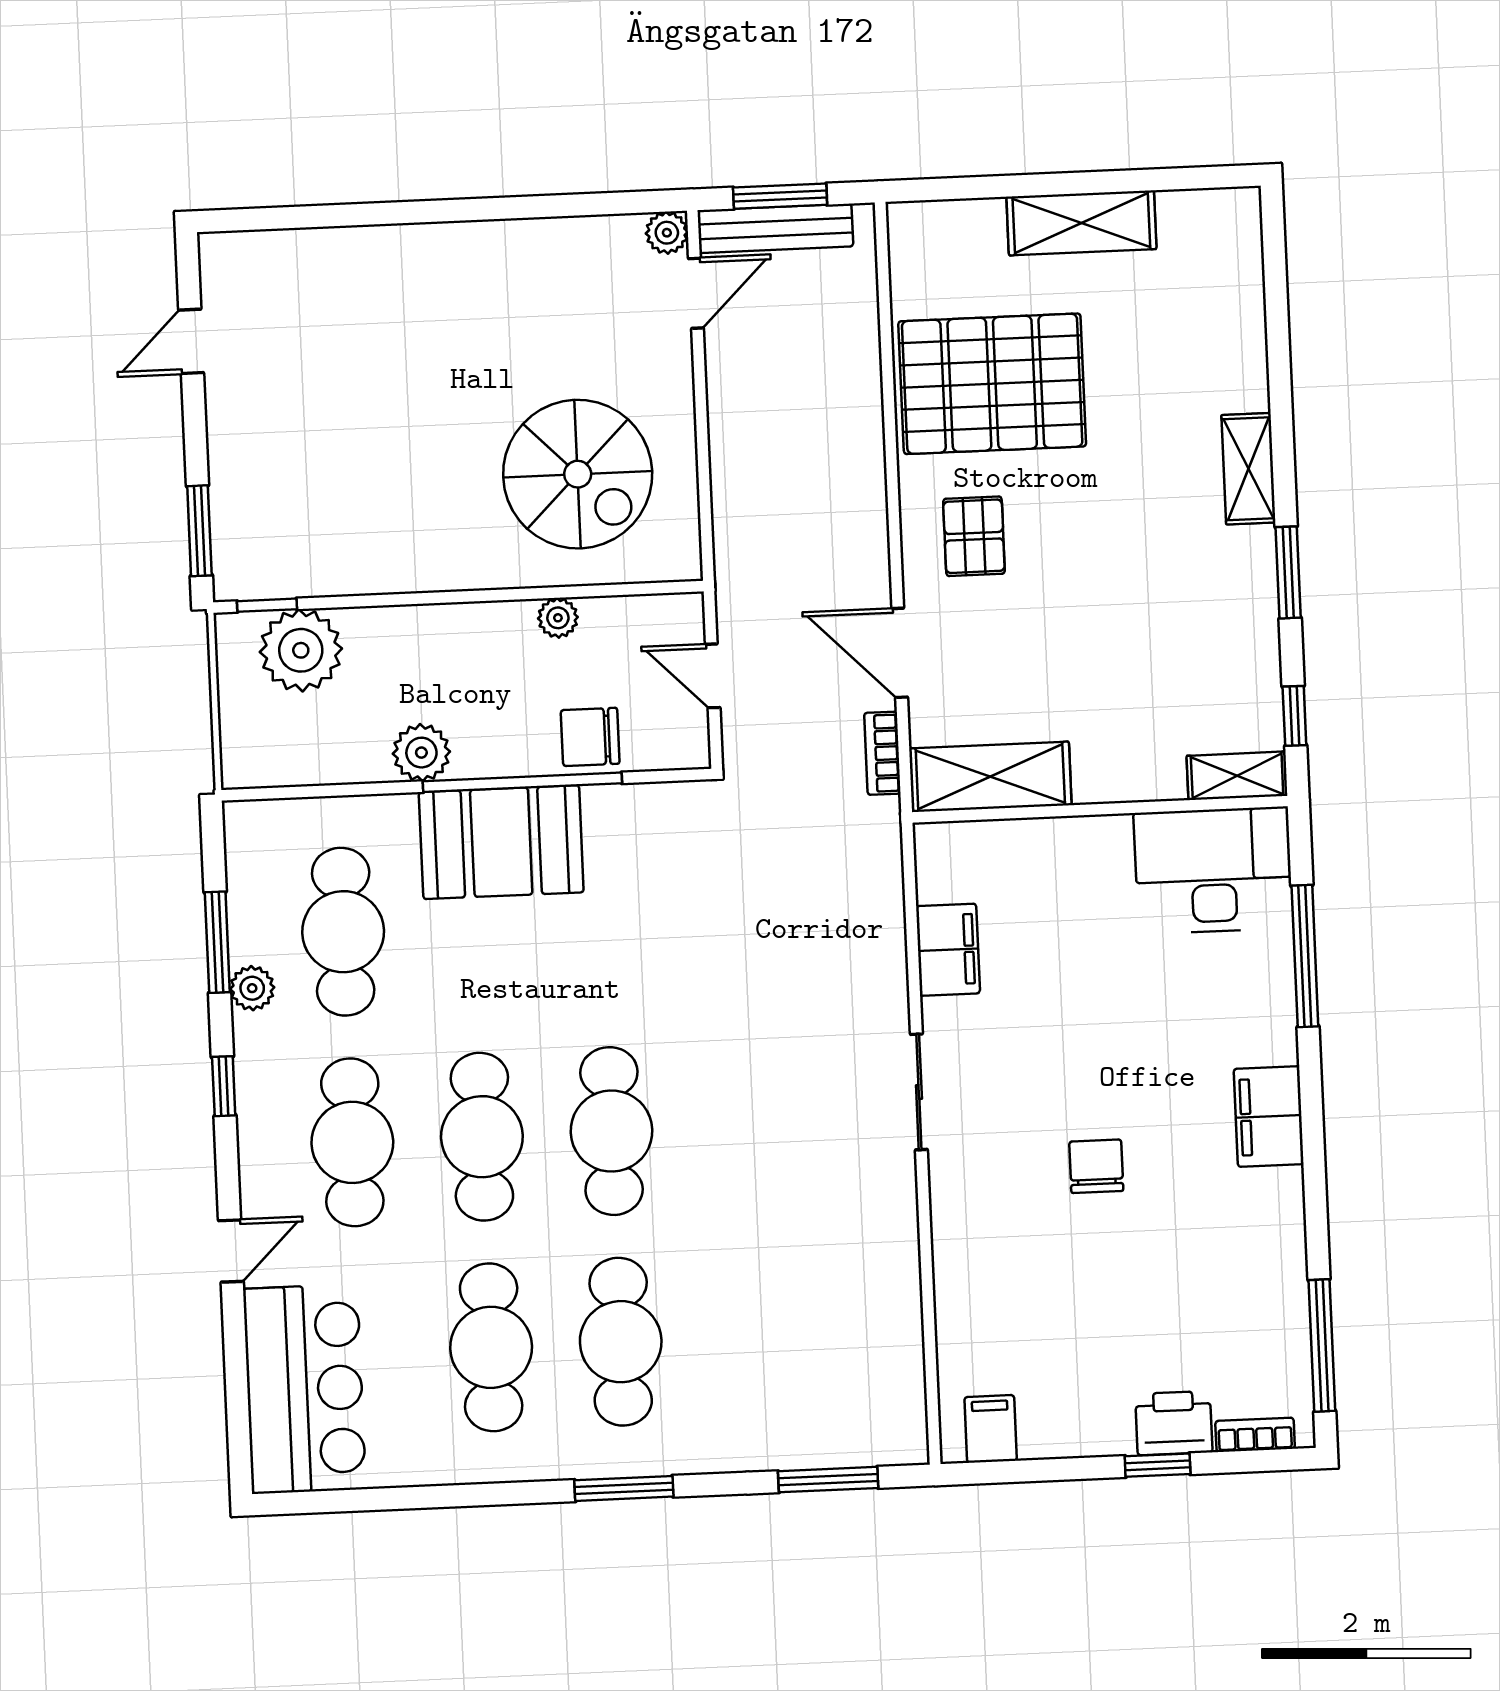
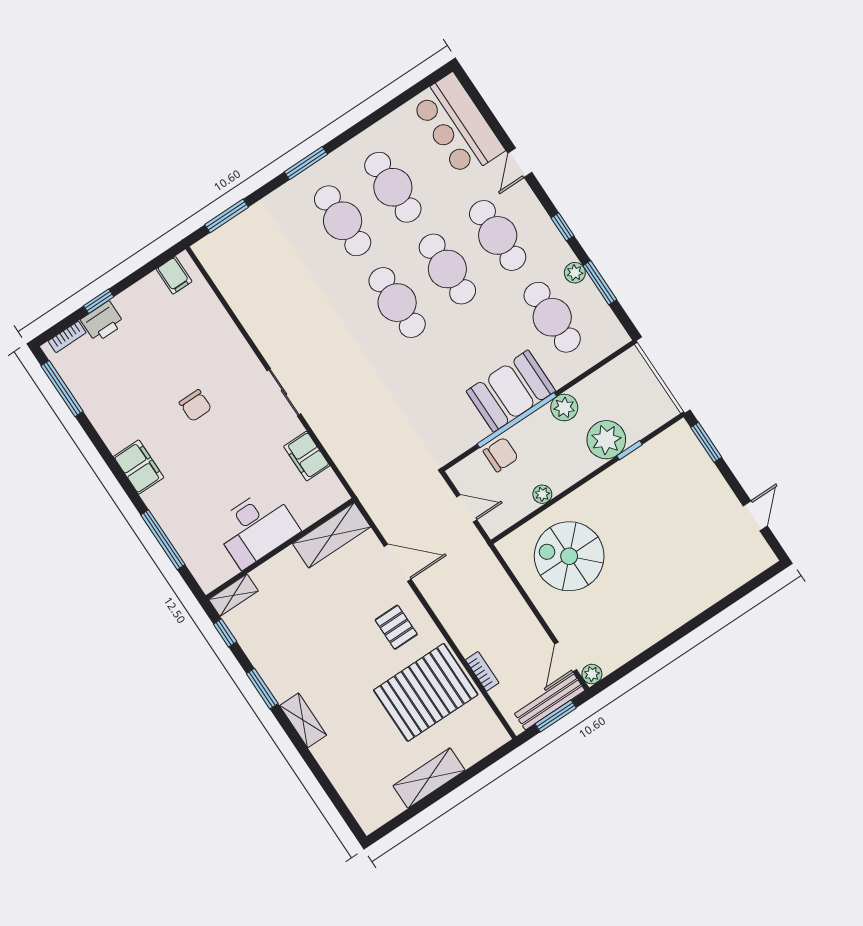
window: (267, 605) -> (630, 450), moved
plant: (301, 650) -> (606, 440), moved
bookcase: (882, 753) -> (482, 671), moved
desk: (1213, 870) -> (256, 528), moved

